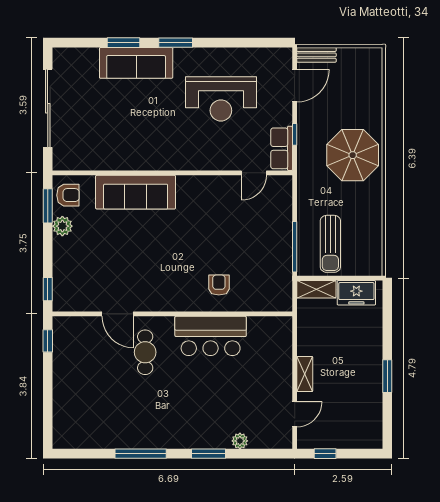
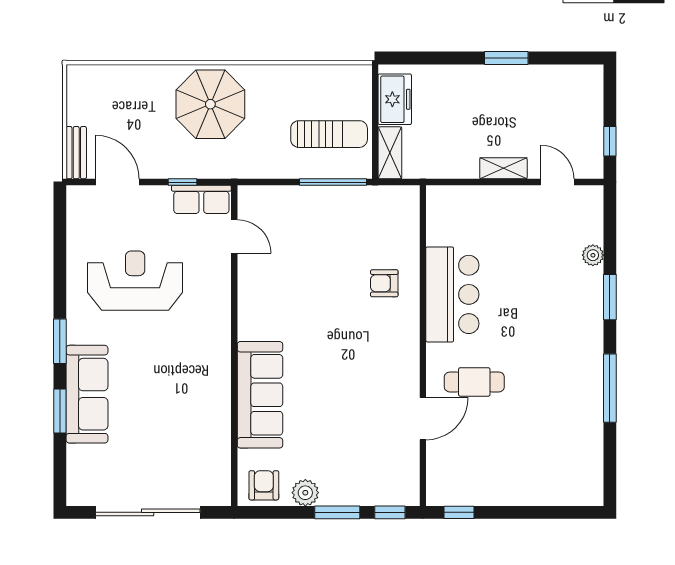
reception desk: (221, 99) -> (135, 281), turned -90
window: (48, 206) -> (337, 512), moved

